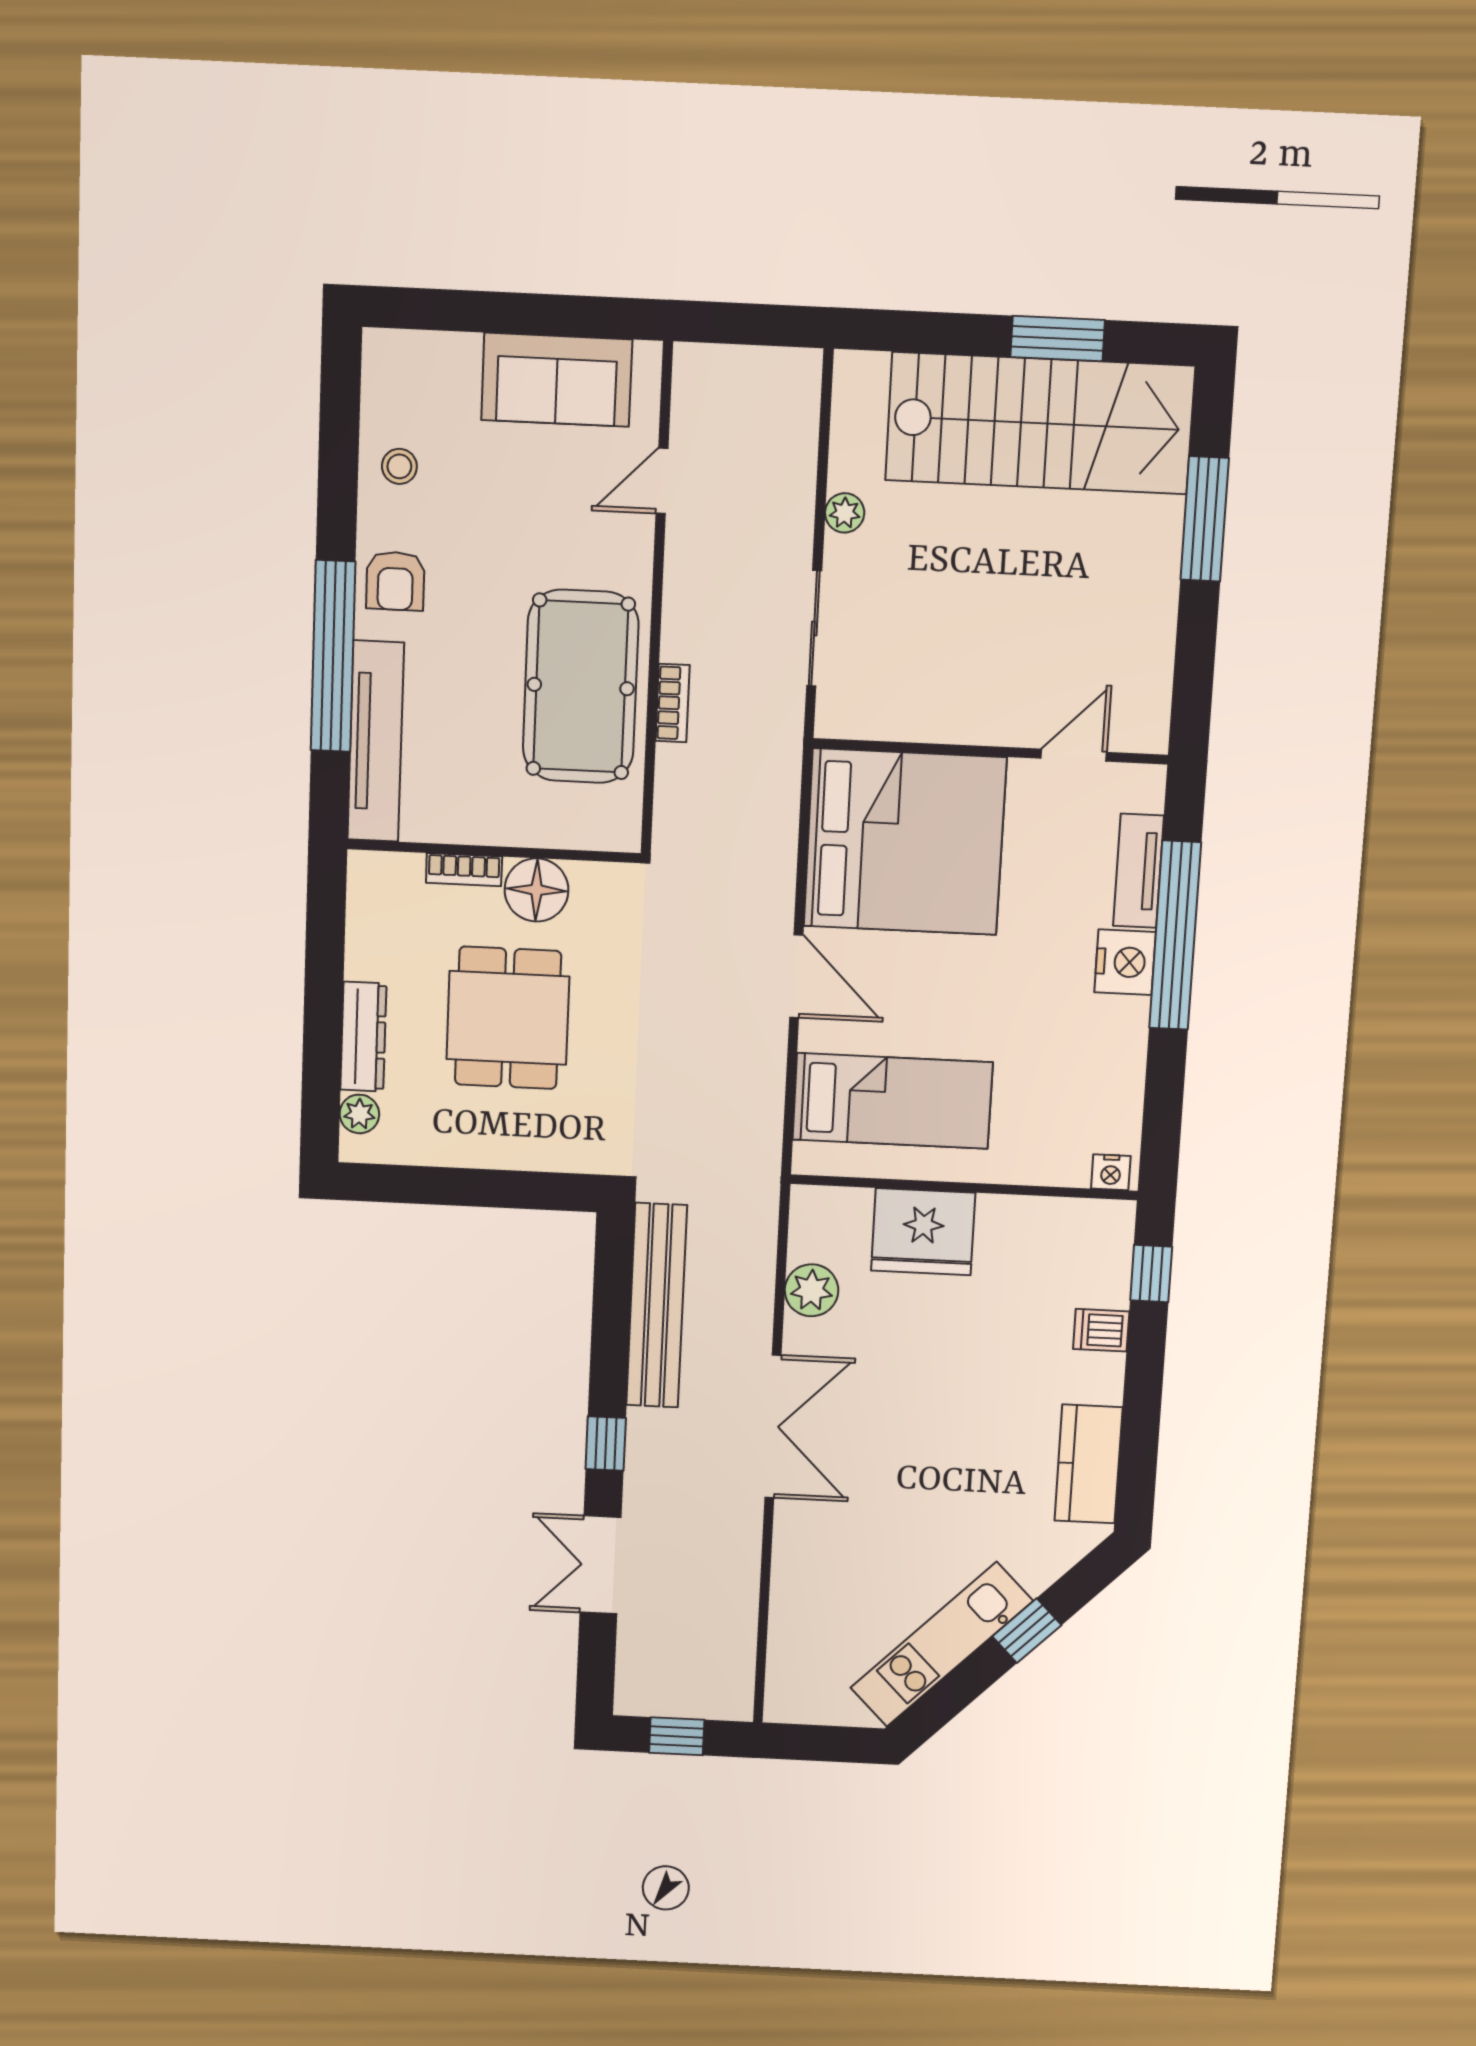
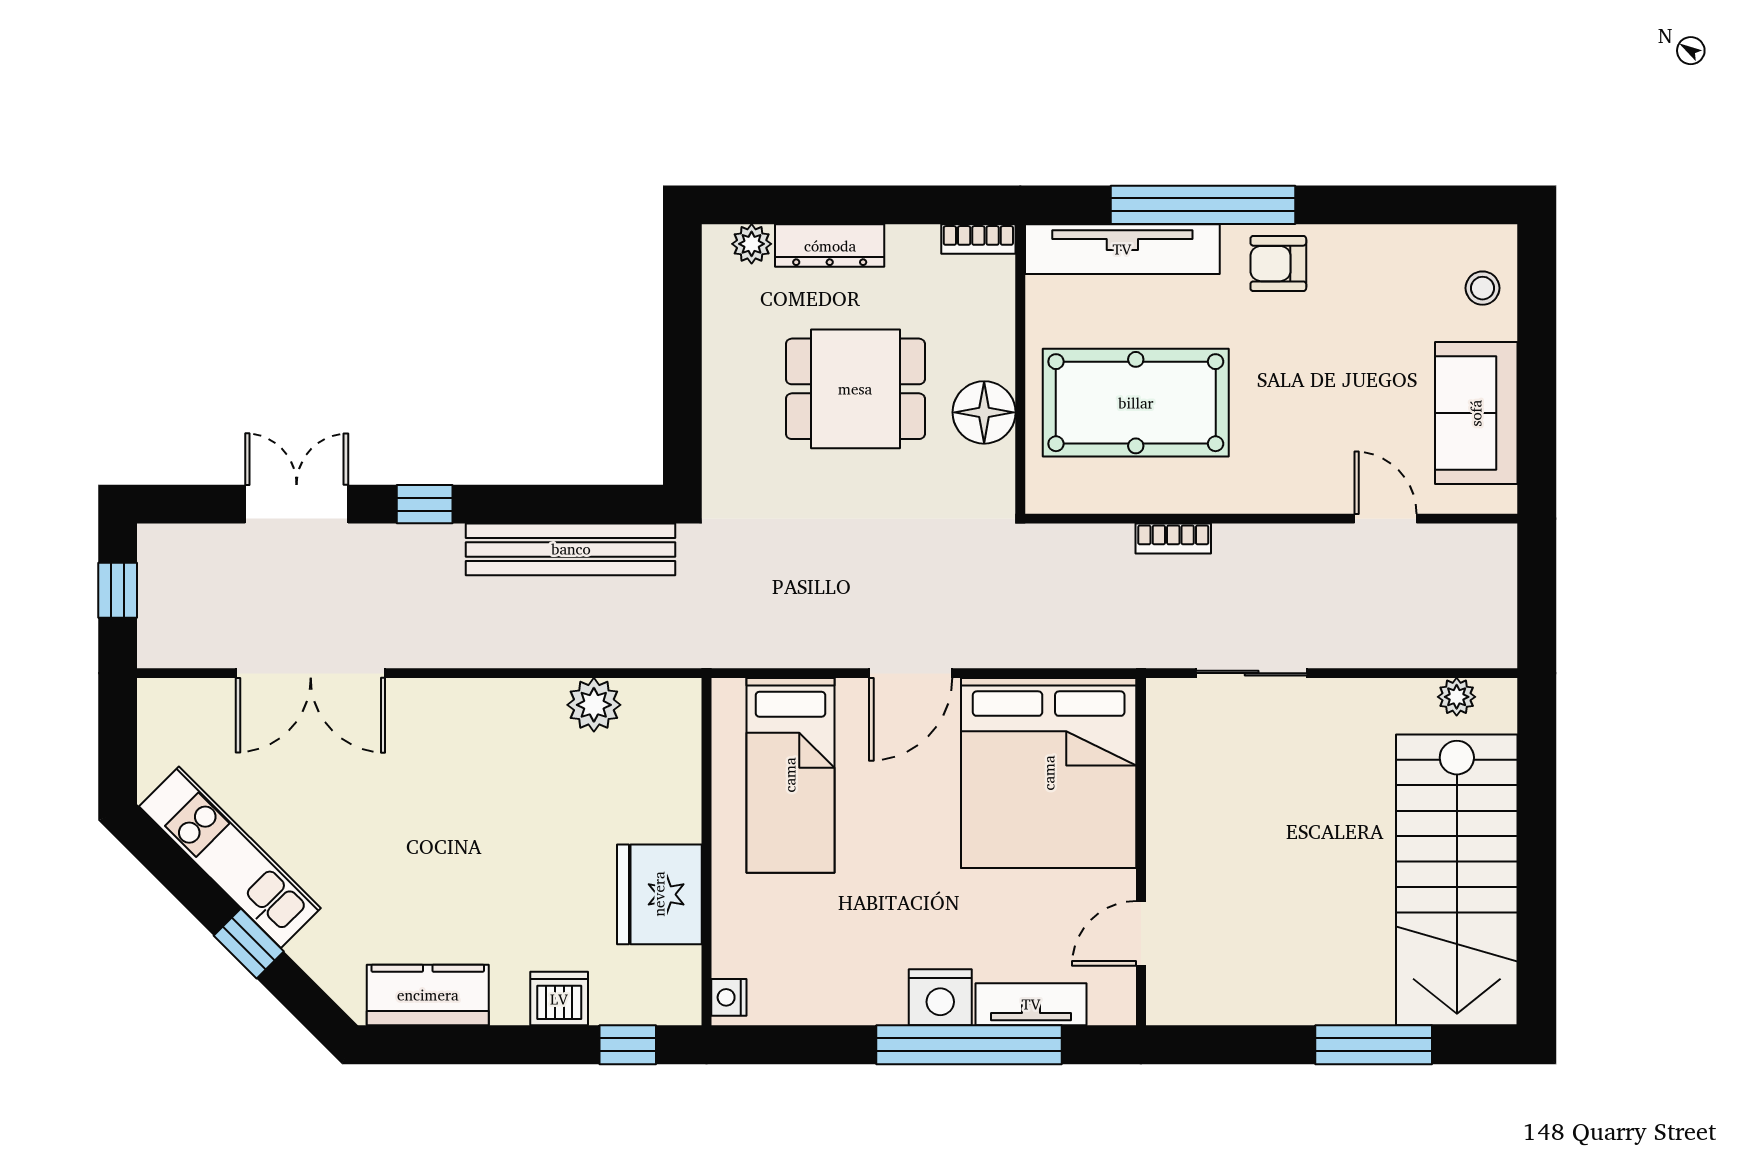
window: (1058, 339) -> (1537, 892), removed
stool: (399, 466) -> (1483, 288), moved
plant: (845, 513) -> (1457, 697), moved
pool table: (581, 687) -> (1136, 403), moved
door: (1074, 755) -> (1141, 933), swing flipped
bookcase: (464, 870) -> (978, 239), moved, turned -90
fridge: (923, 1232) -> (659, 894), moved
dishwasher: (1101, 1330) -> (559, 999), width x1.38
double door: (773, 1427) -> (311, 673), moved

